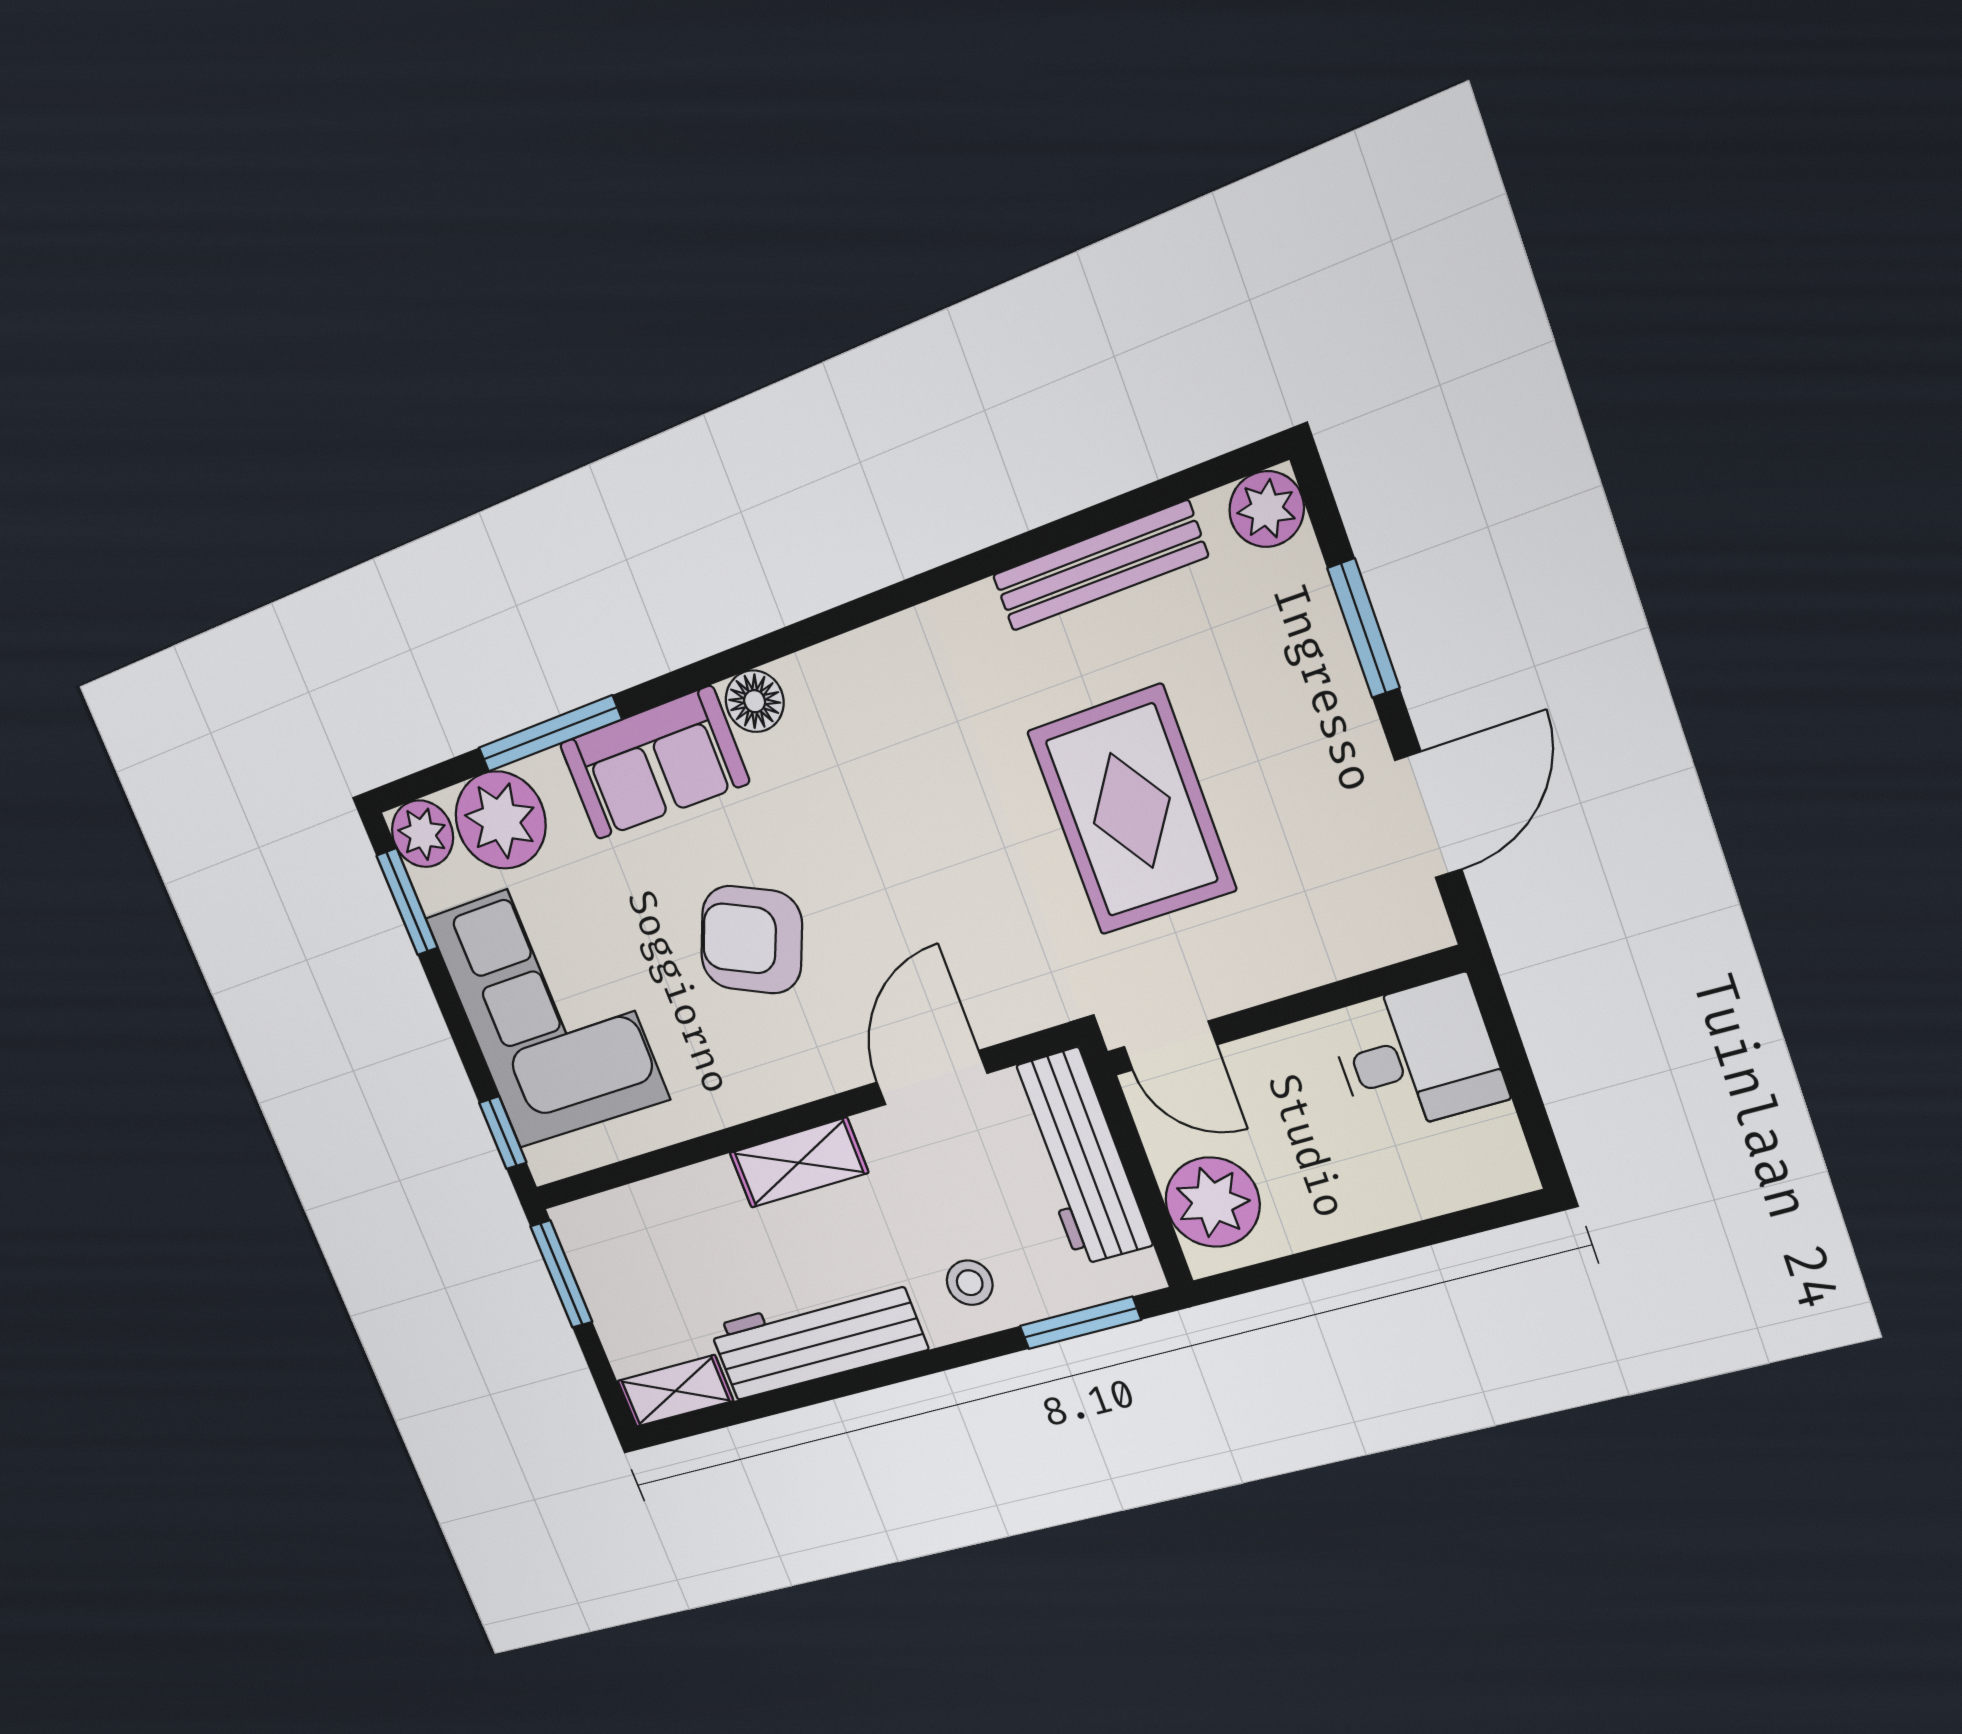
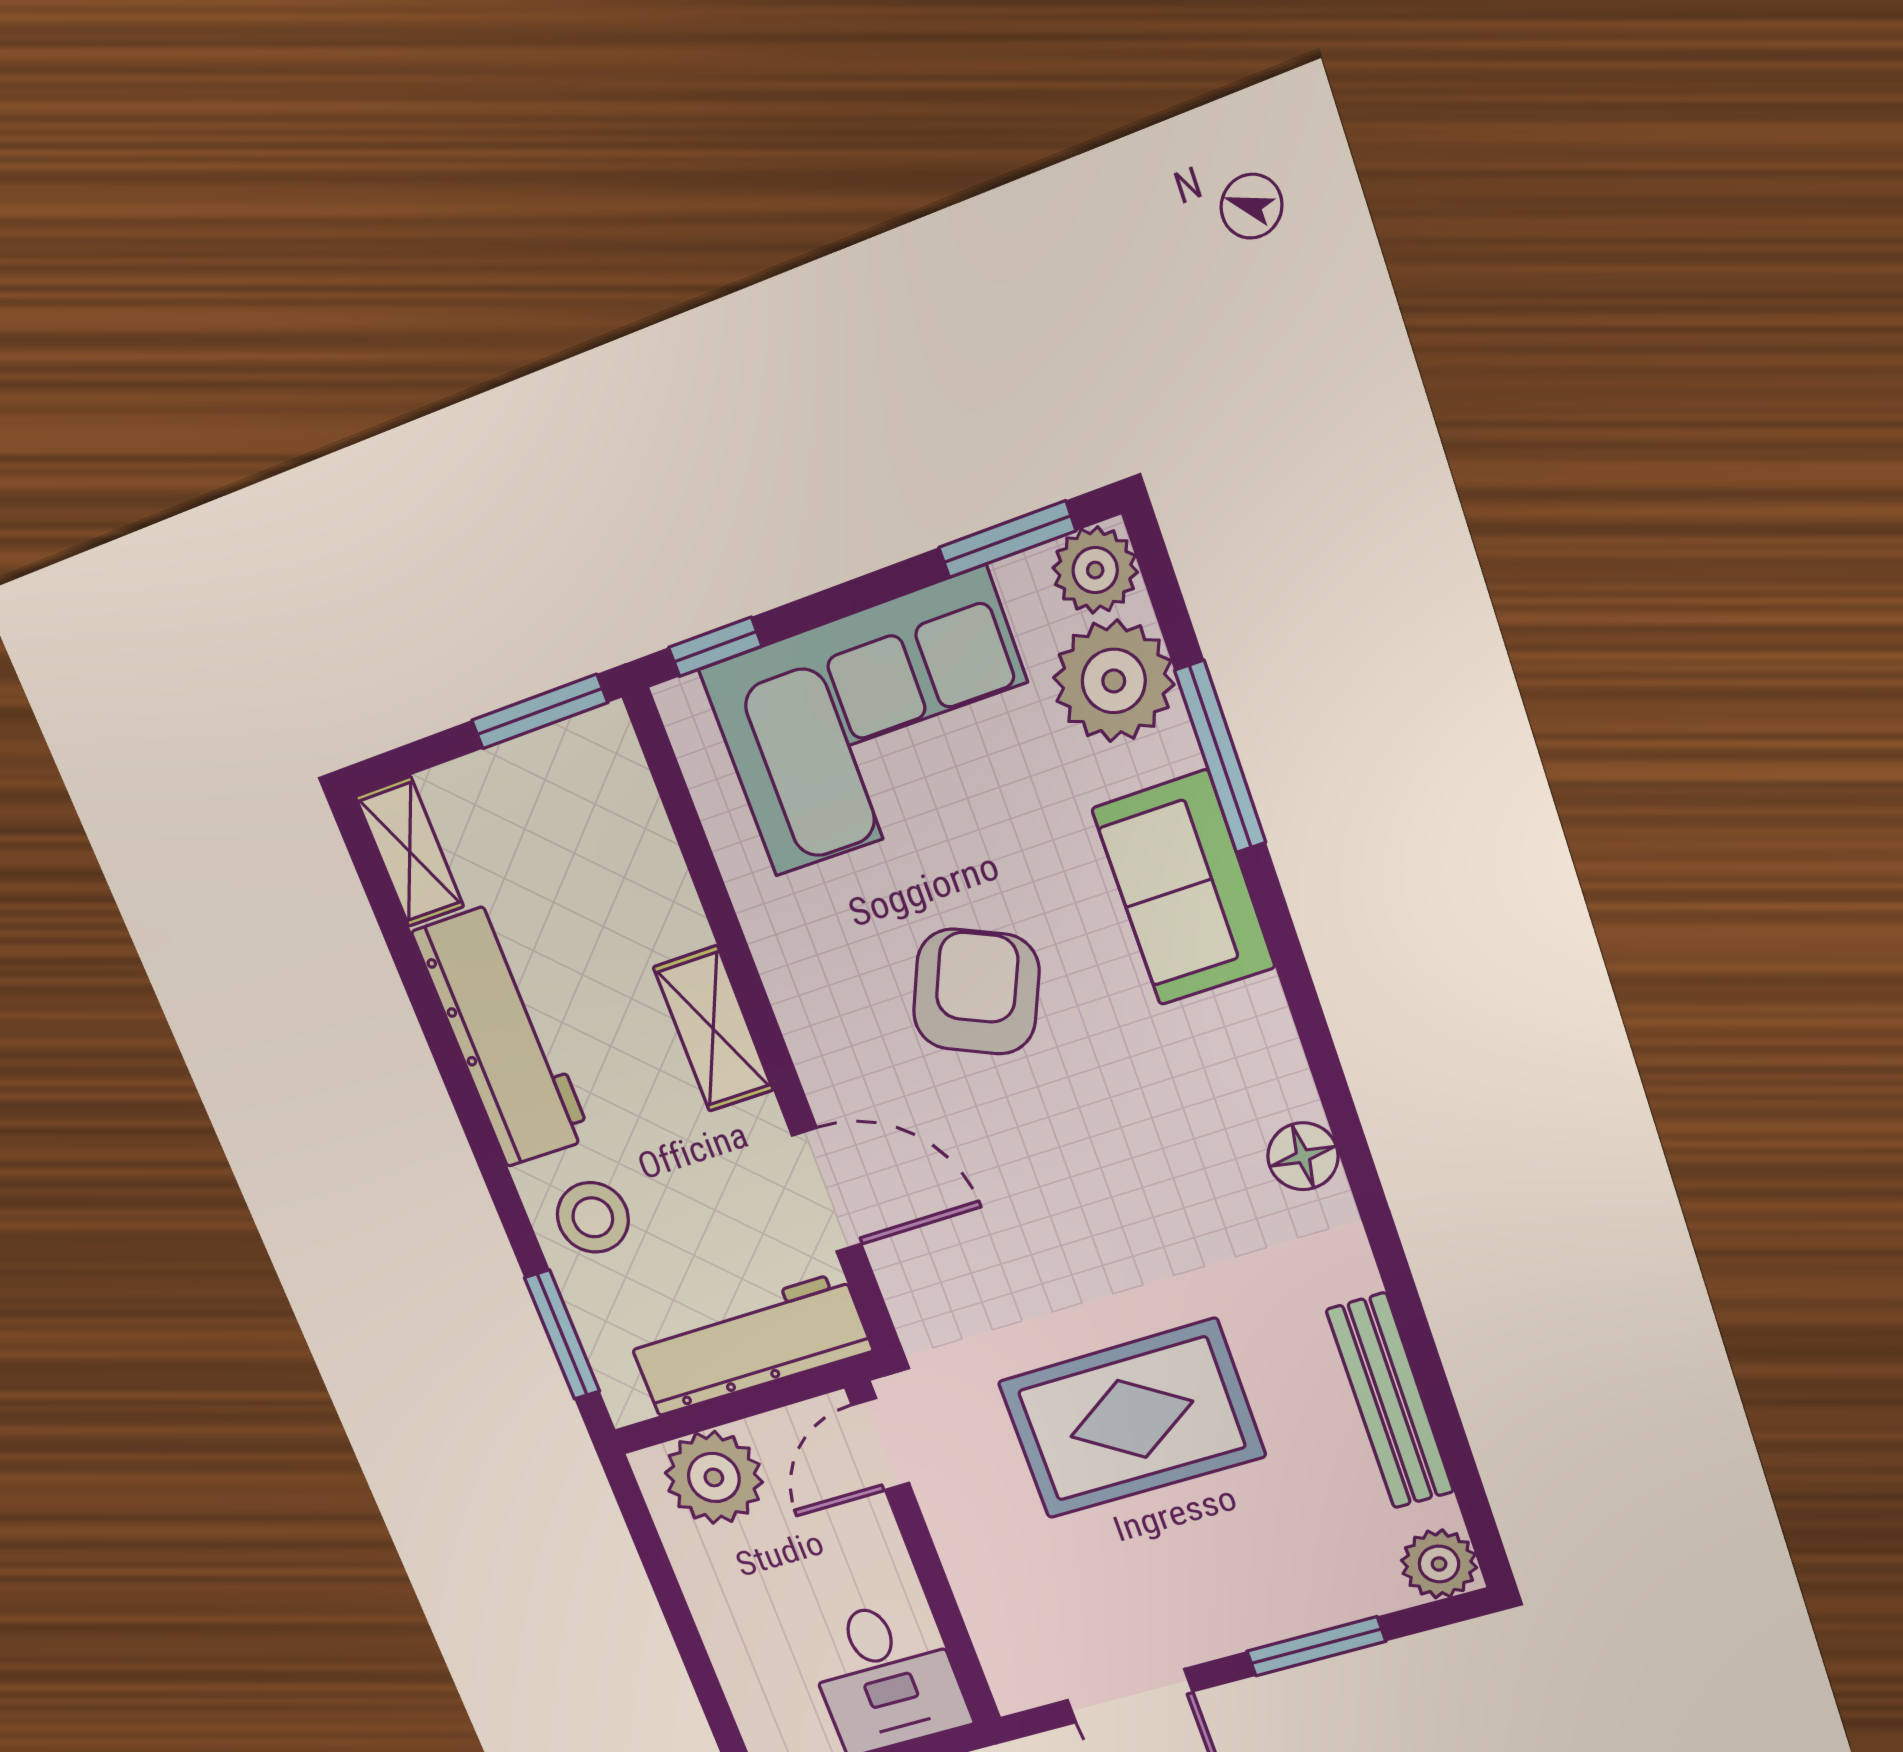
floor lamp: (755, 701) -> (1303, 1156), moved
stool: (970, 1283) -> (593, 1217), width x1.37, depth x1.37

